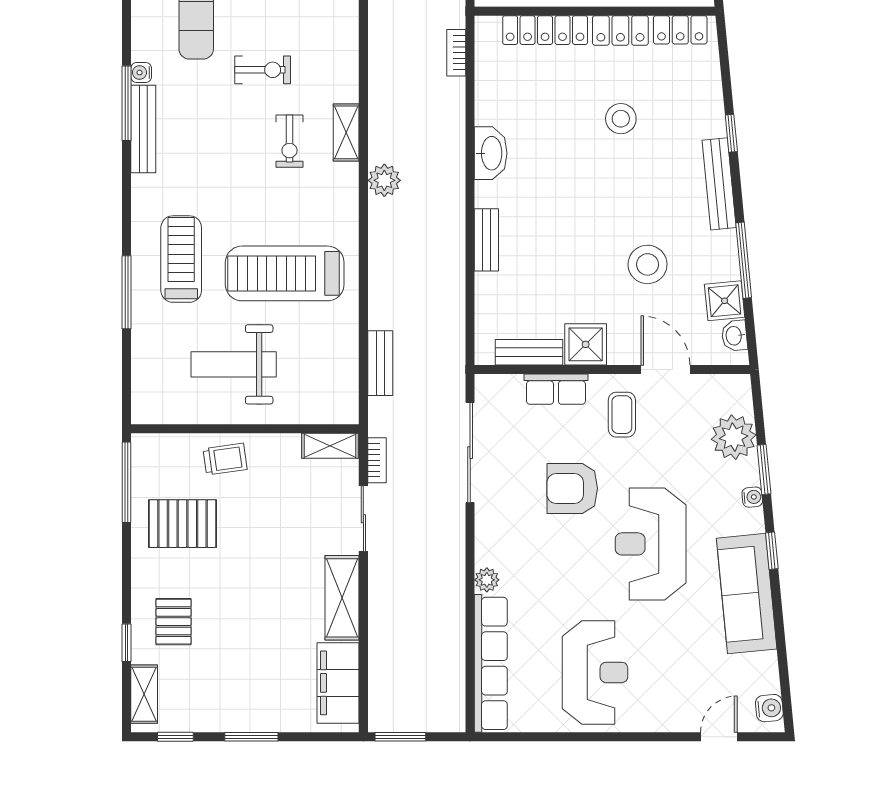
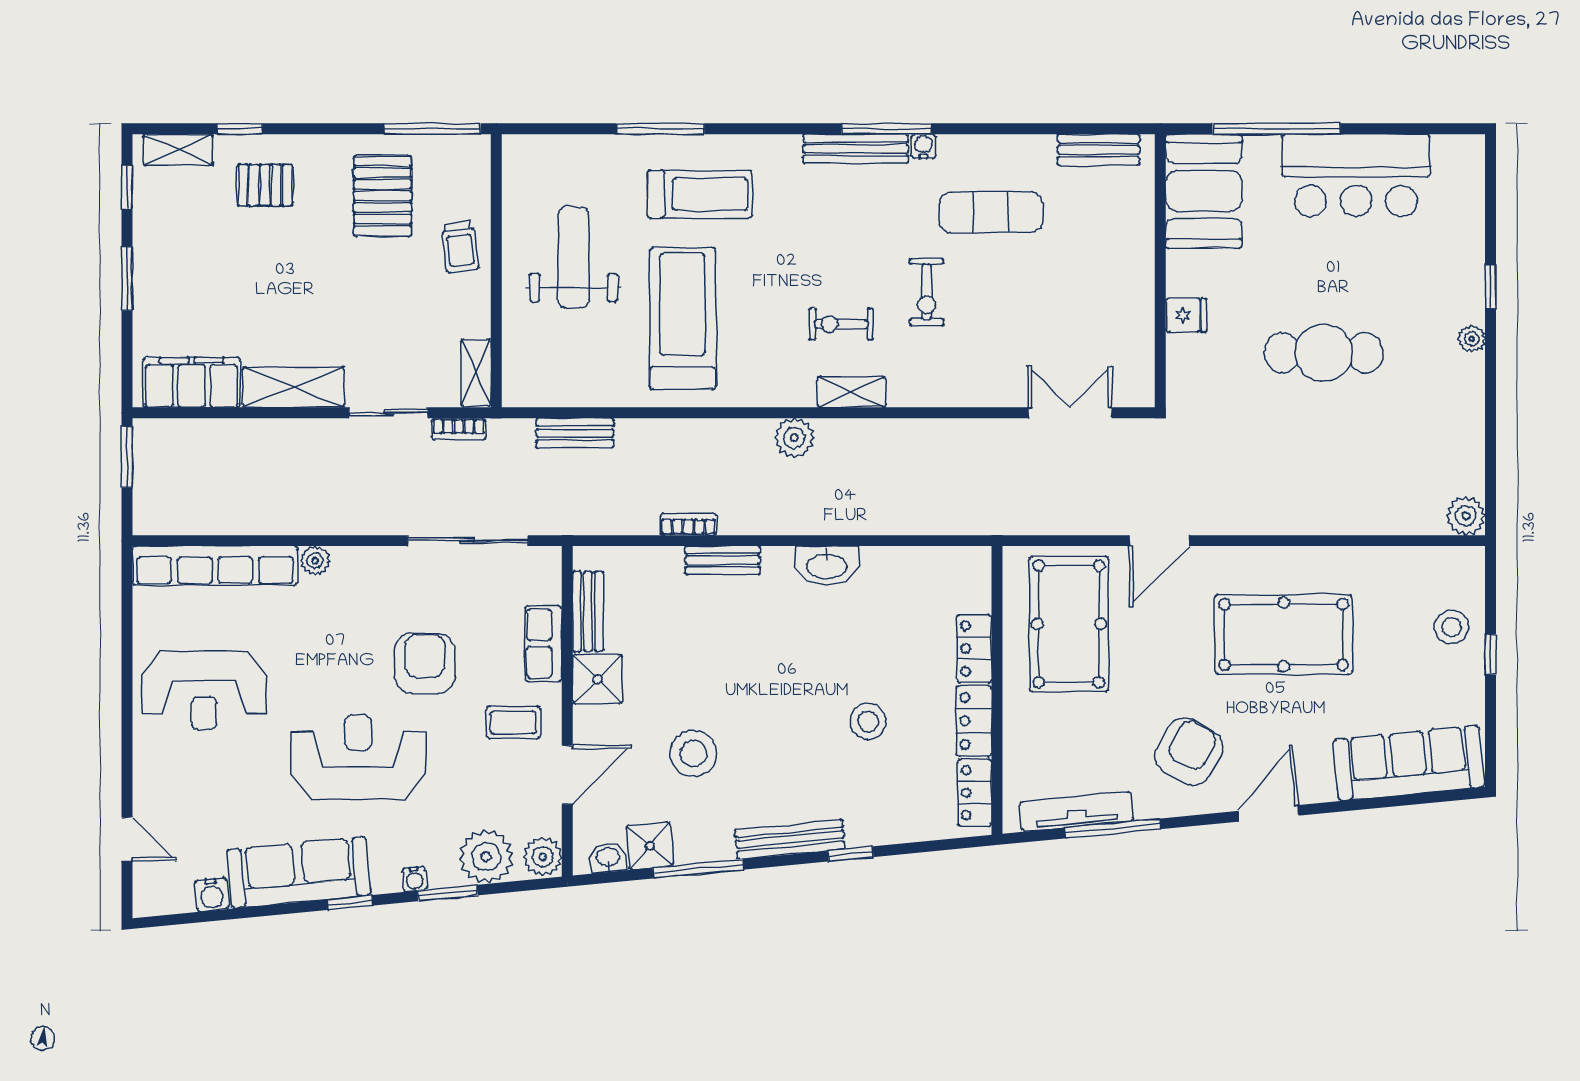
locker: (545, 30) -> (974, 649), width x0.66
bookcase: (456, 53) -> (688, 524), moved
plant: (734, 390) -> (543, 857), added
water cooler: (769, 708) -> (212, 895), moved

